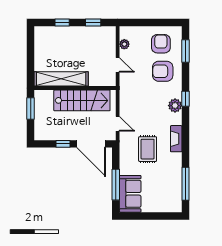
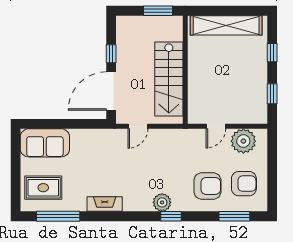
plant: (124, 44) -> (243, 141), width x1.88, depth x1.88
armchair: (163, 71) -> (207, 186), turned 90
shelving: (61, 79) -> (226, 25), moved, turned 90
fireplace: (176, 139) -> (105, 204), moved
rug: (148, 149) -> (43, 188), moved
window: (116, 185) -> (57, 124), removed

